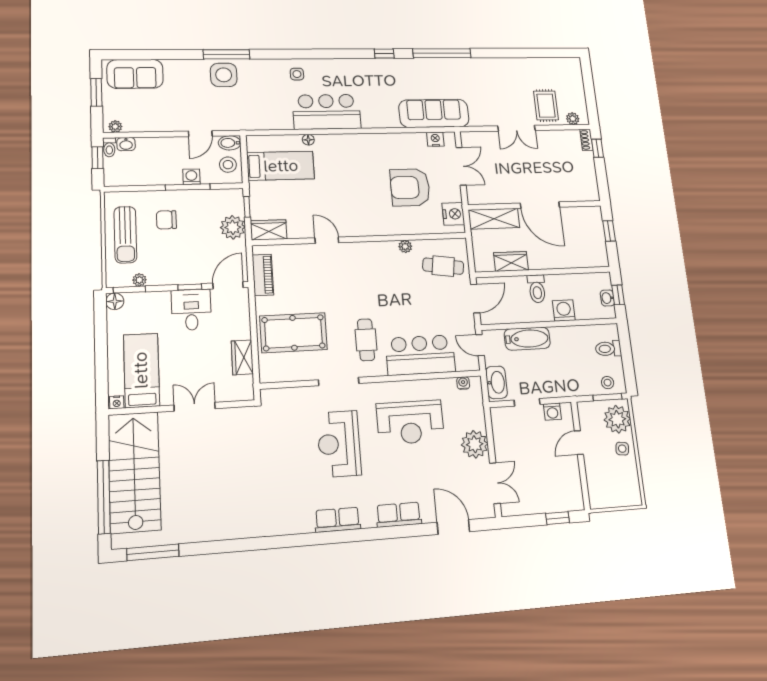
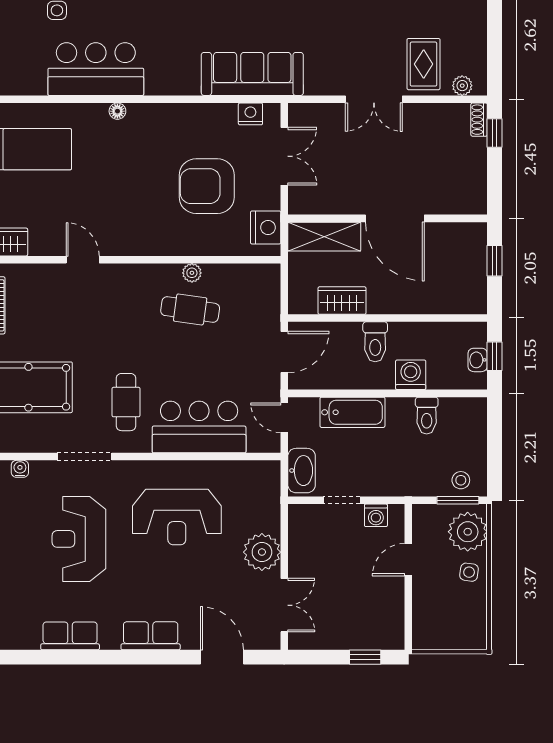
floor lamp: (308, 140) -> (117, 111), moved
cafe table: (443, 266) -> (190, 309), moved
toilet: (608, 349) -> (427, 416), moved, turned -90
water cooler: (463, 383) -> (20, 469), moved

